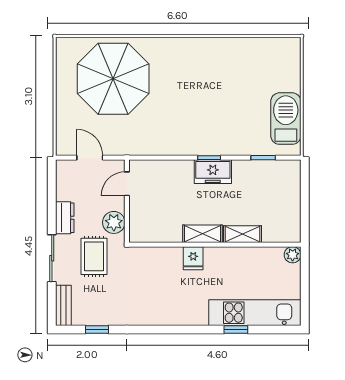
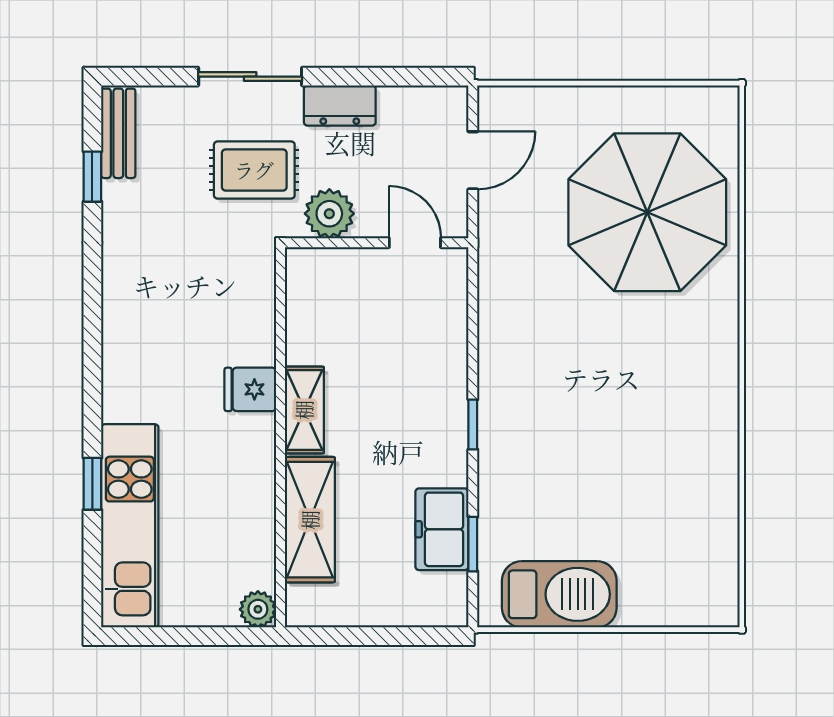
freezer: (213, 172) -> (442, 529), moved
shelving: (243, 234) -> (310, 520), width x1.50, depth x1.33
bench: (63, 305) -> (118, 133), moved, turned 90

